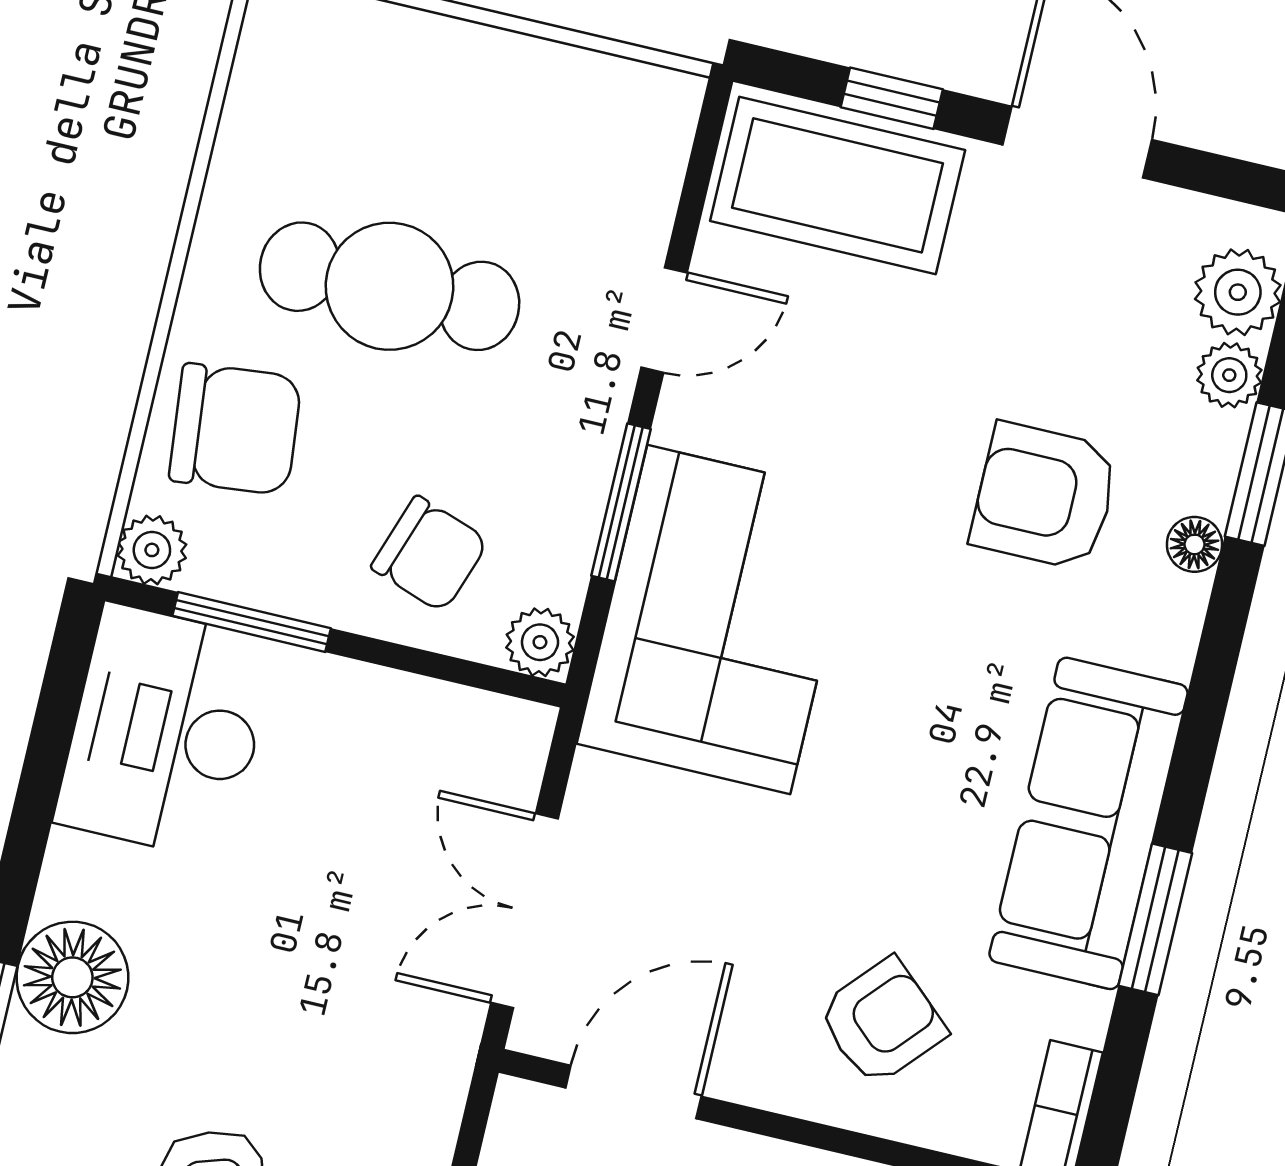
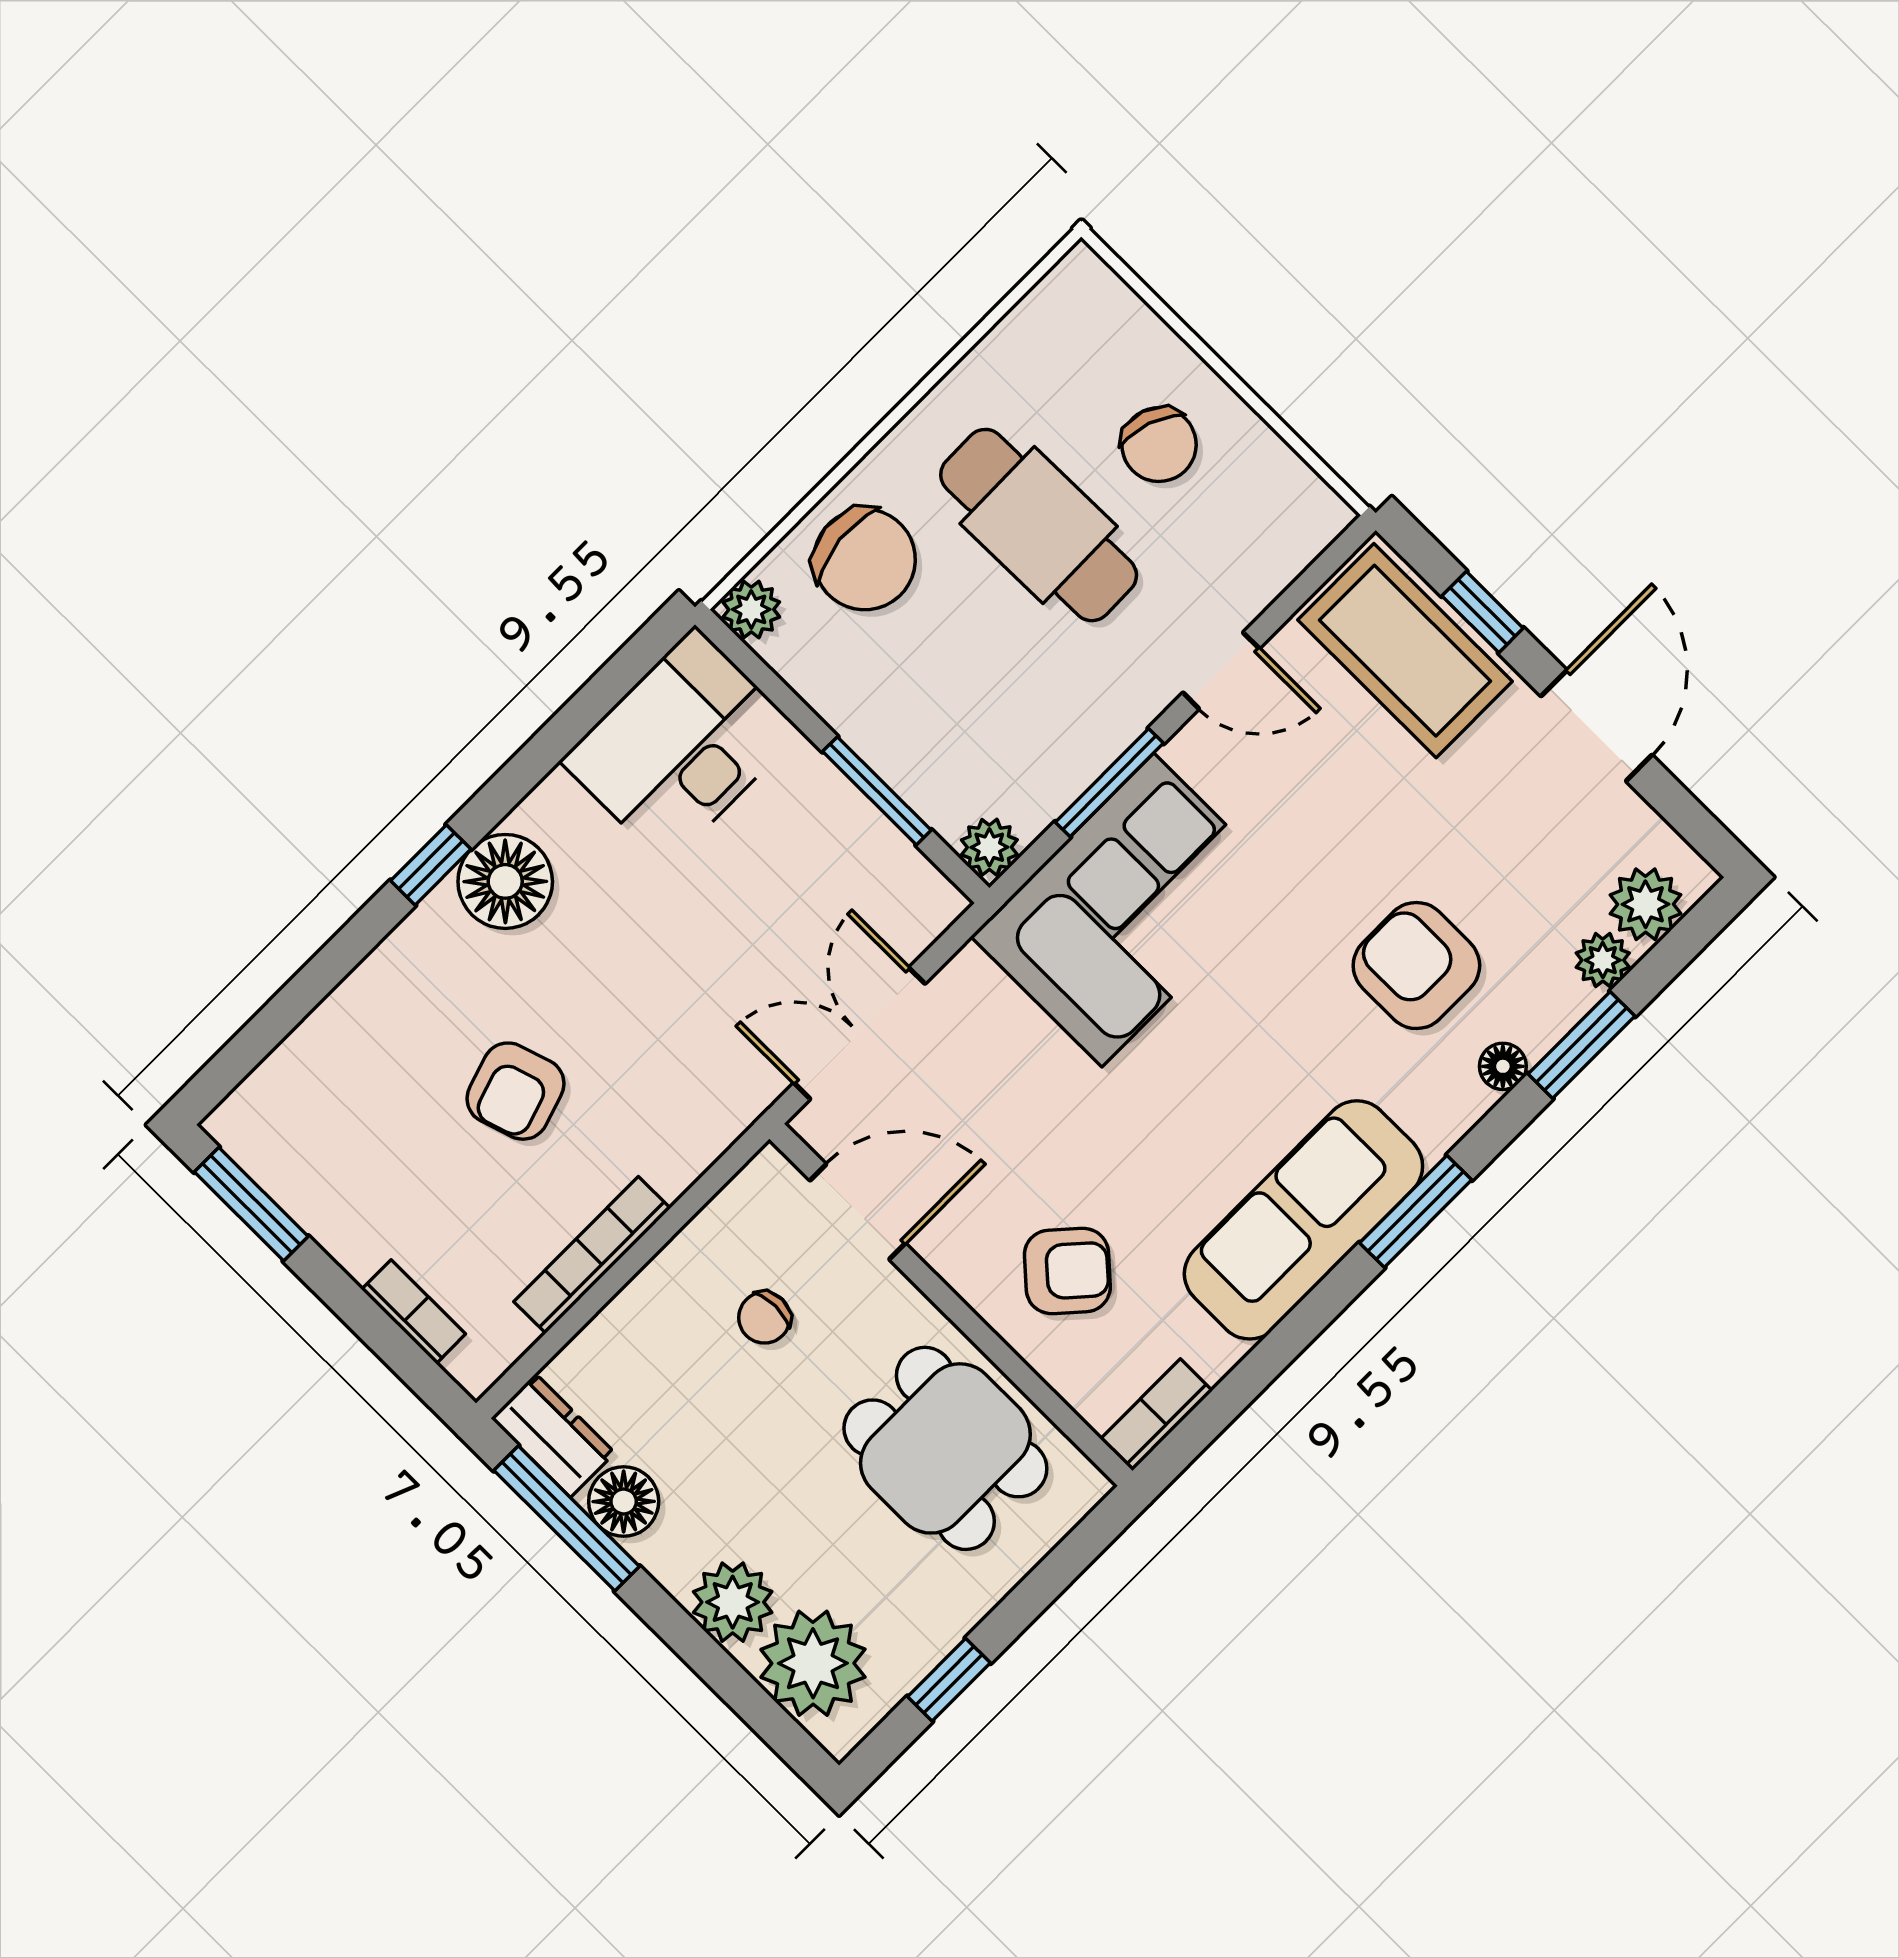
chair: (430, 554) -> (1159, 445), moved
window: (252, 622) -> (877, 791), moved
window: (1155, 919) -> (1416, 1211), moved

